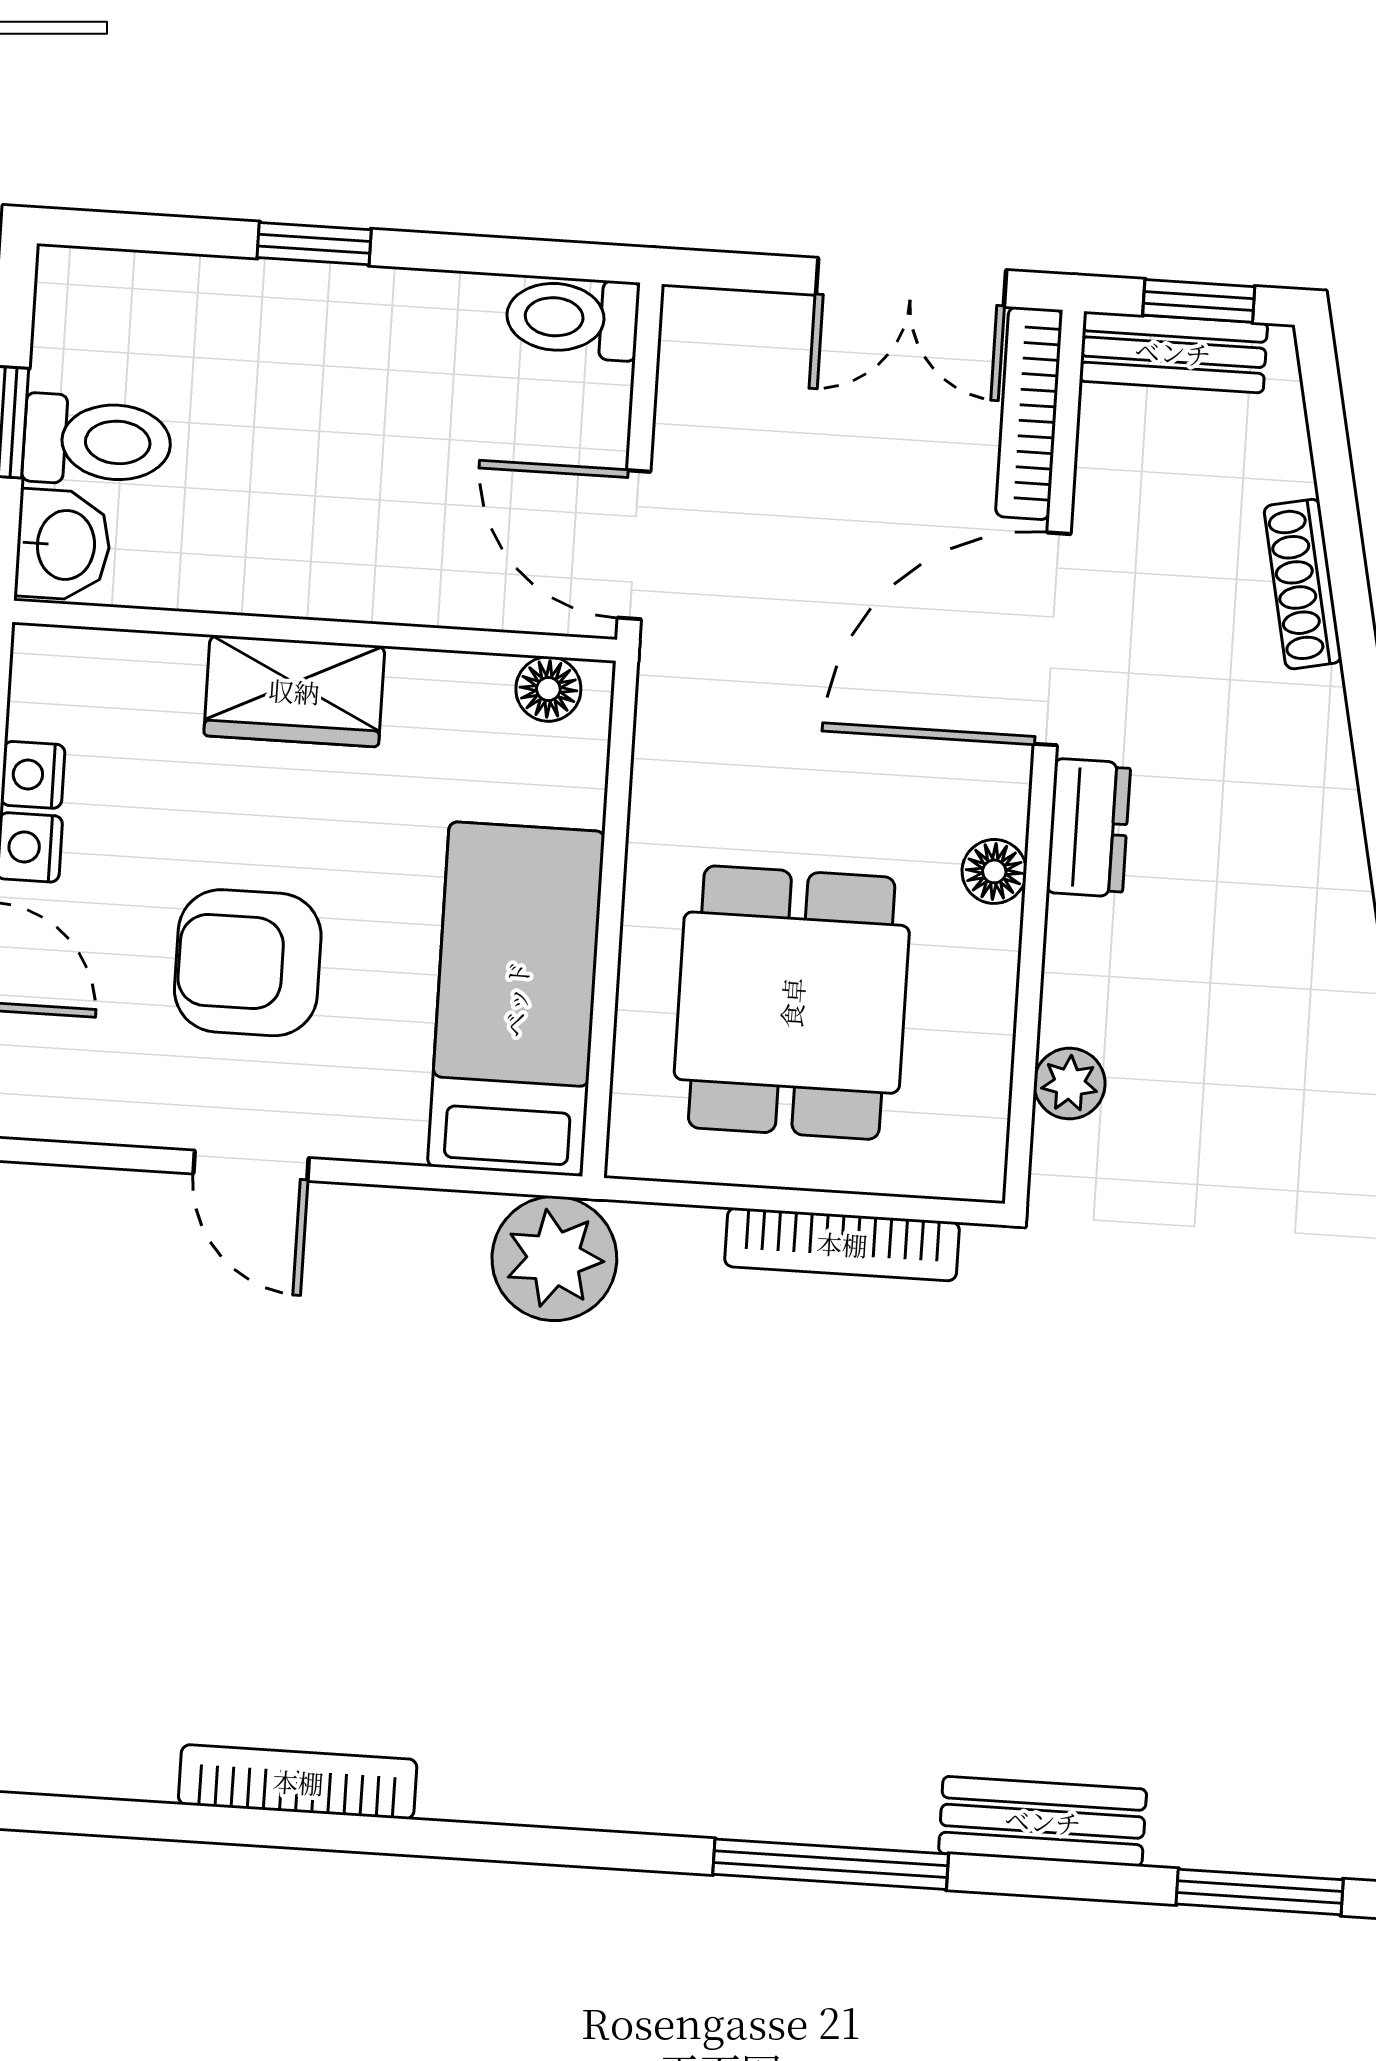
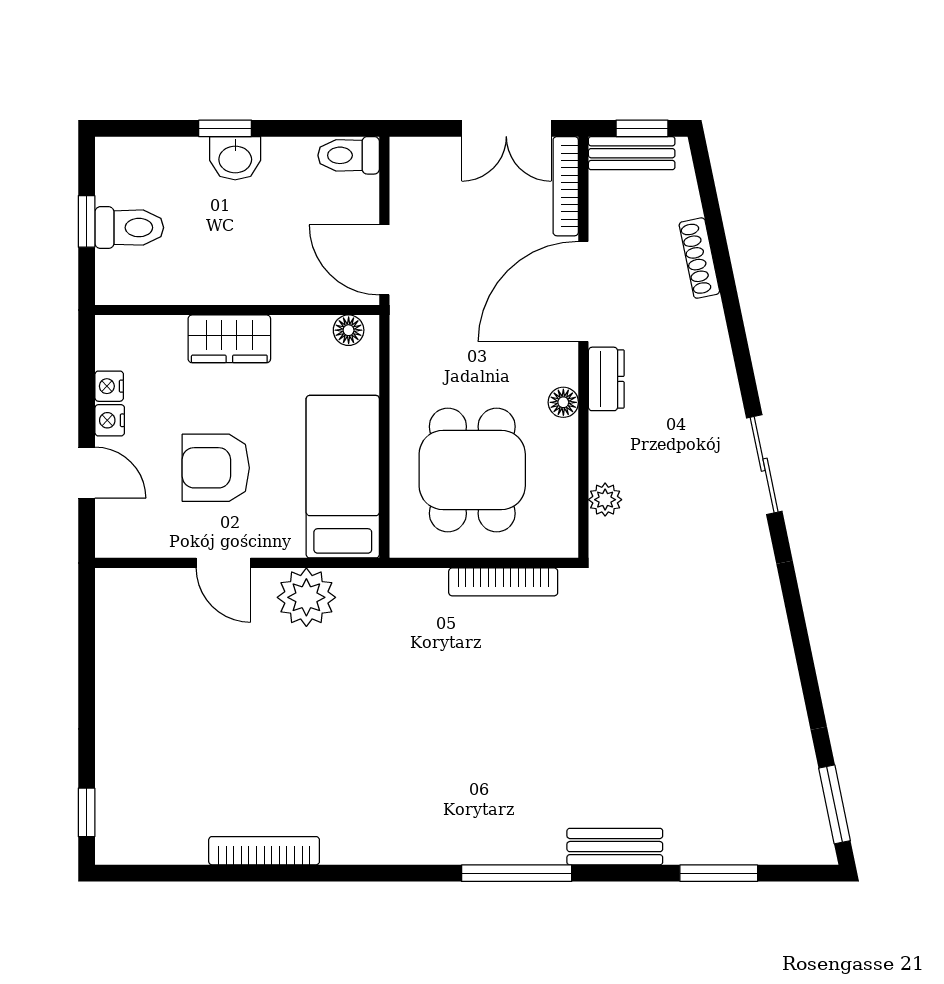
washbasin: (63, 545) -> (235, 158), moved, turned 90
plant: (554, 1258) -> (306, 597), moved

